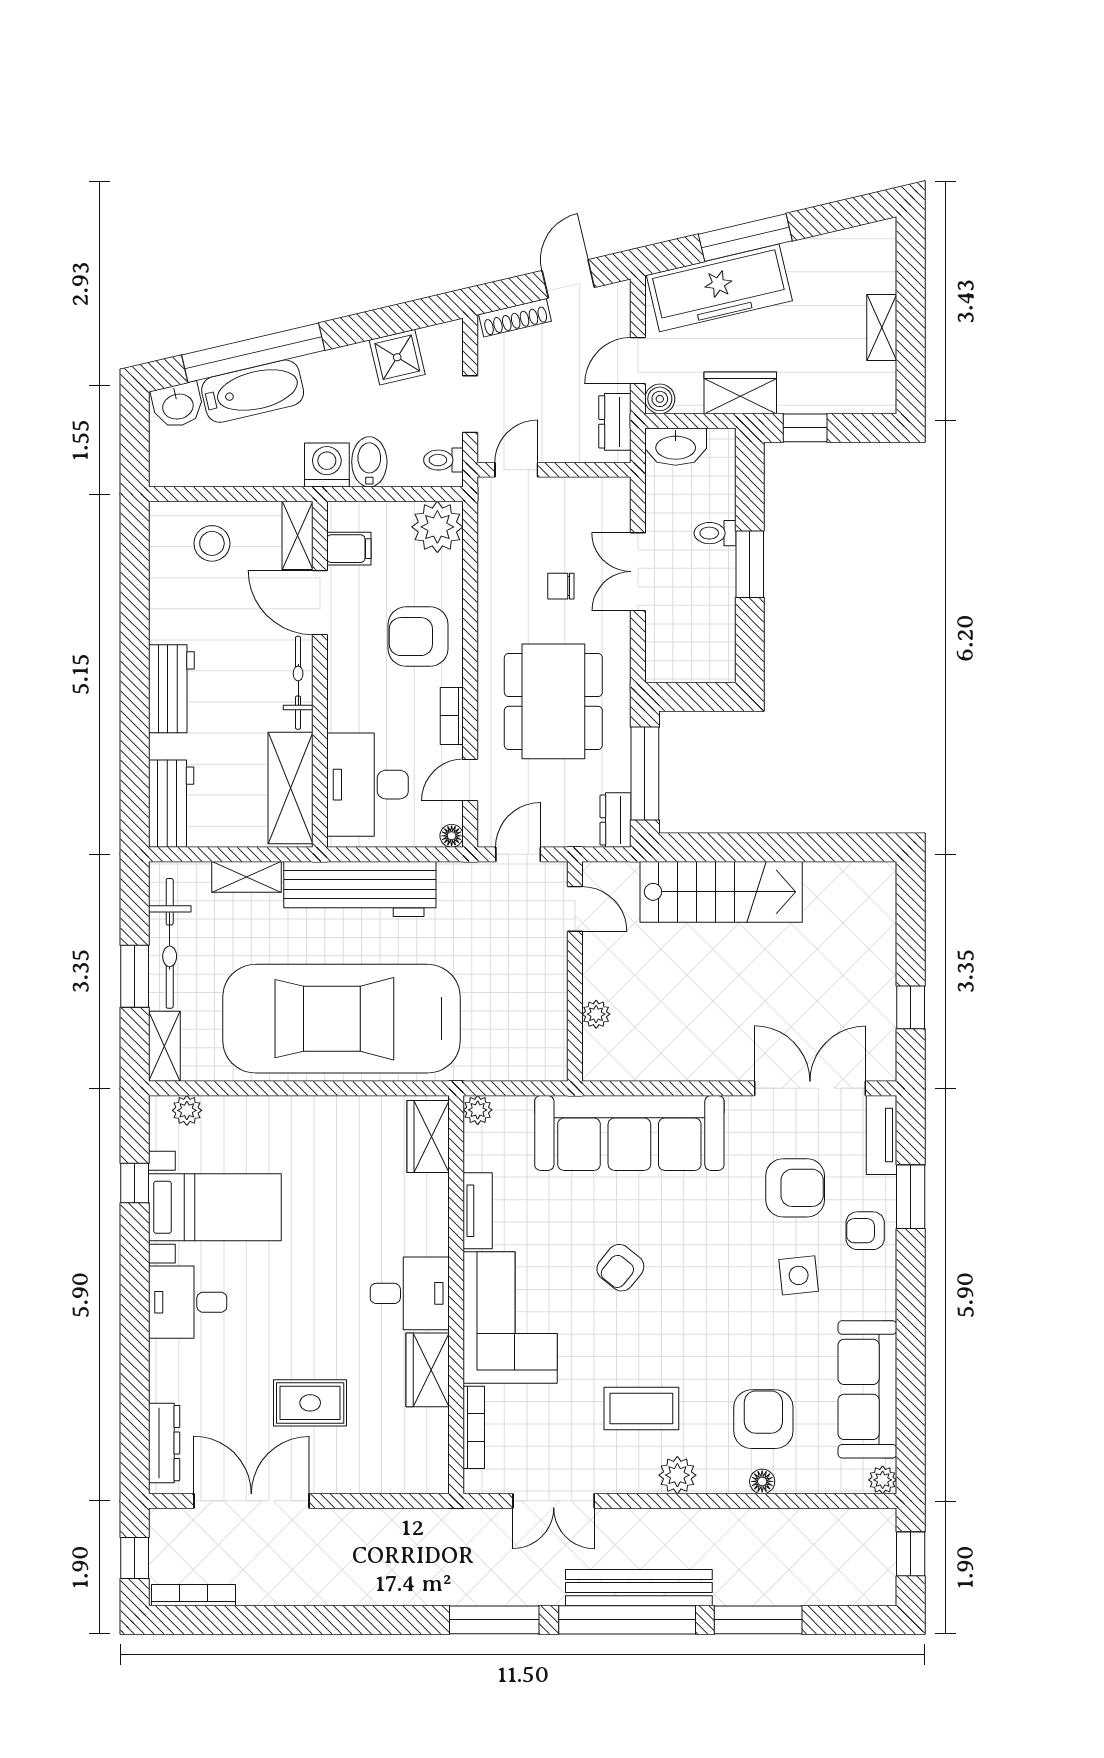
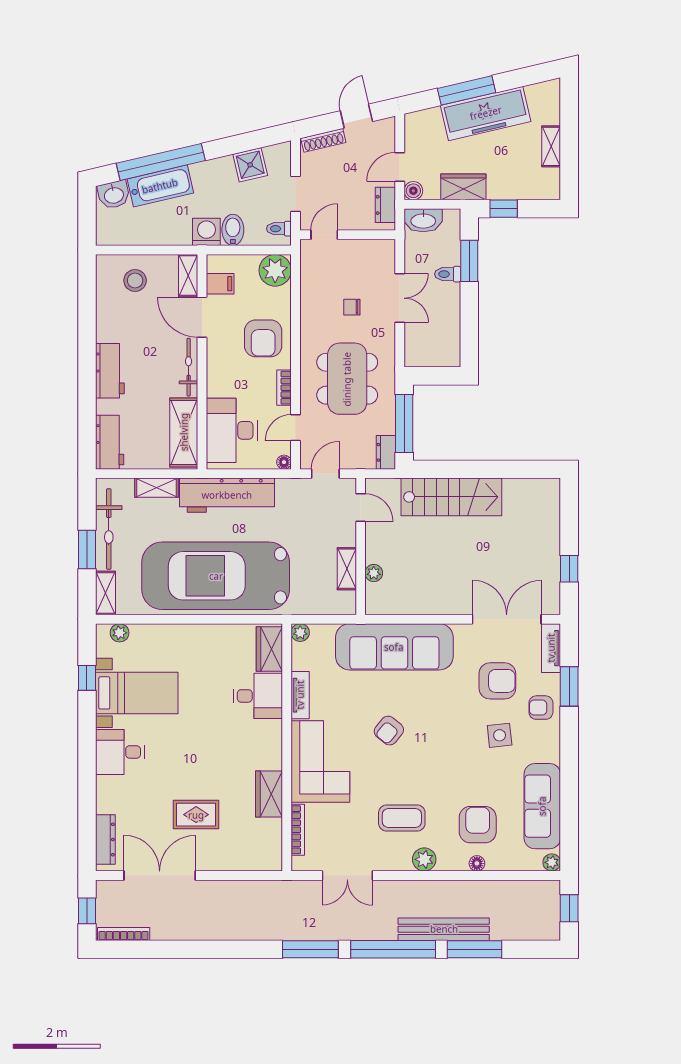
freezer: (719, 288) -> (486, 113), moved
window: (750, 564) -> (469, 261), moved
double door: (638, 572) -> (400, 298), swing flipped
armchair: (418, 637) -> (263, 338), turned -90
shelving: (553, 1007) -> (347, 569), added
desk: (410, 1293) -> (258, 696), moved
bench: (639, 1588) -> (444, 929), moved

